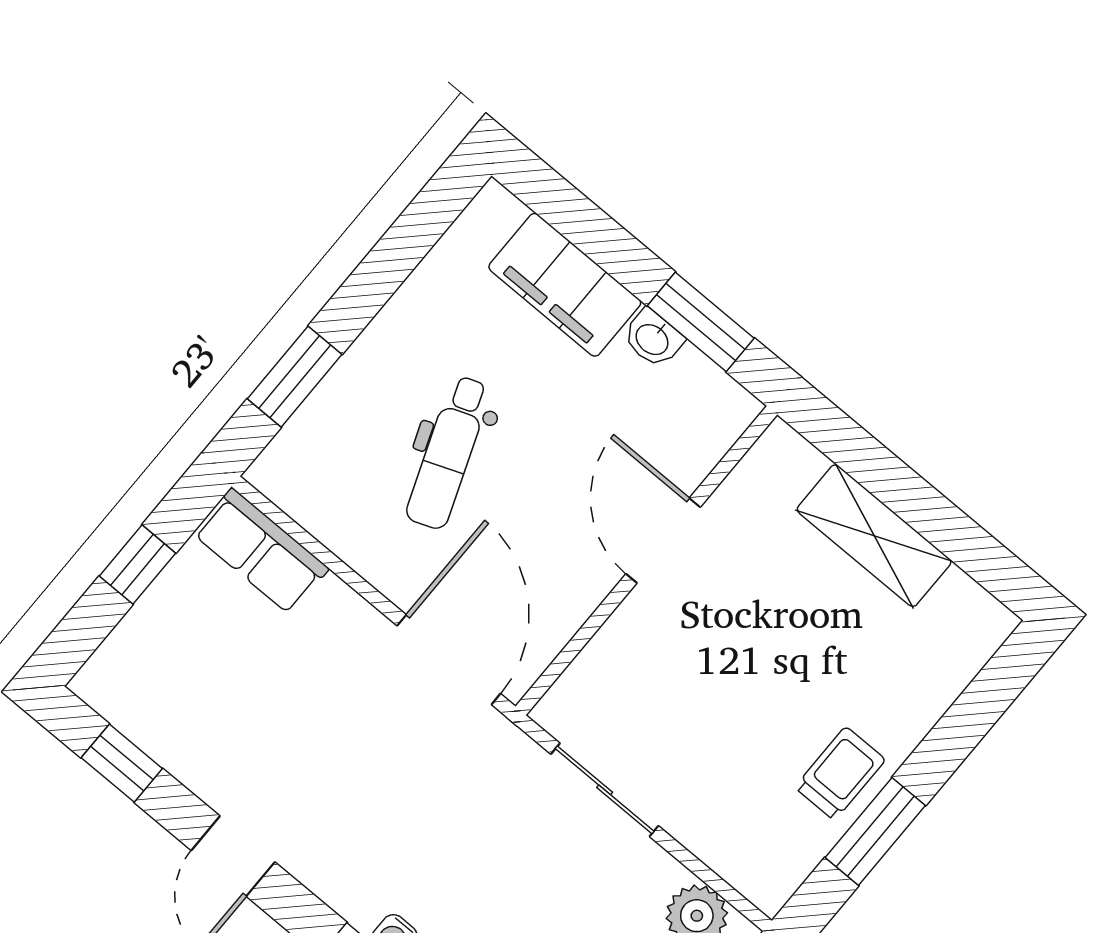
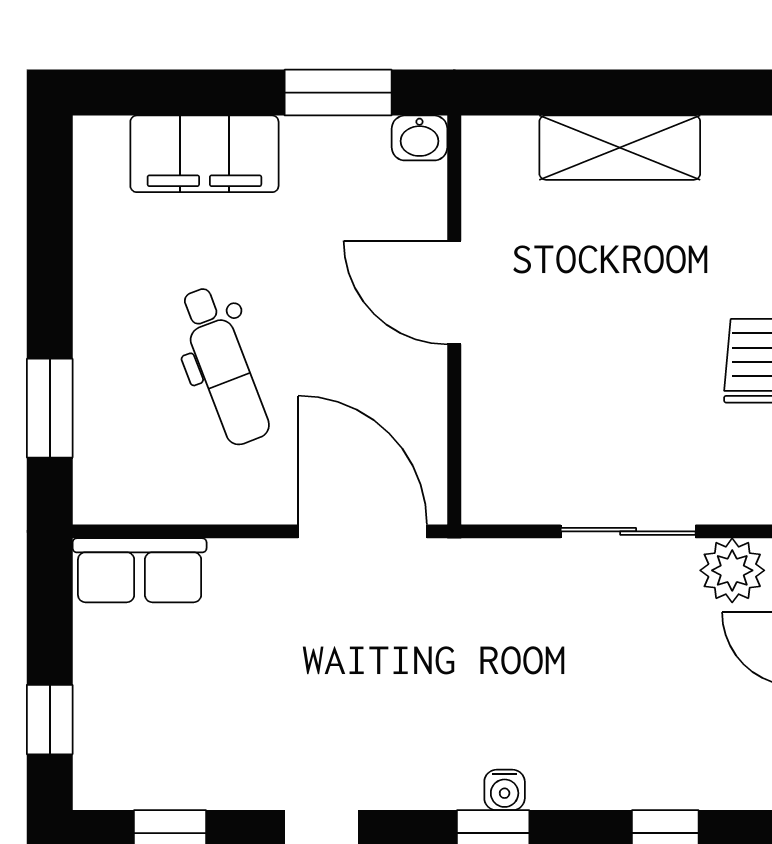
washbasin: (653, 339) -> (419, 138), moved
window: (138, 565) -> (50, 720), moved
sliding door: (605, 790) -> (628, 531), moved

